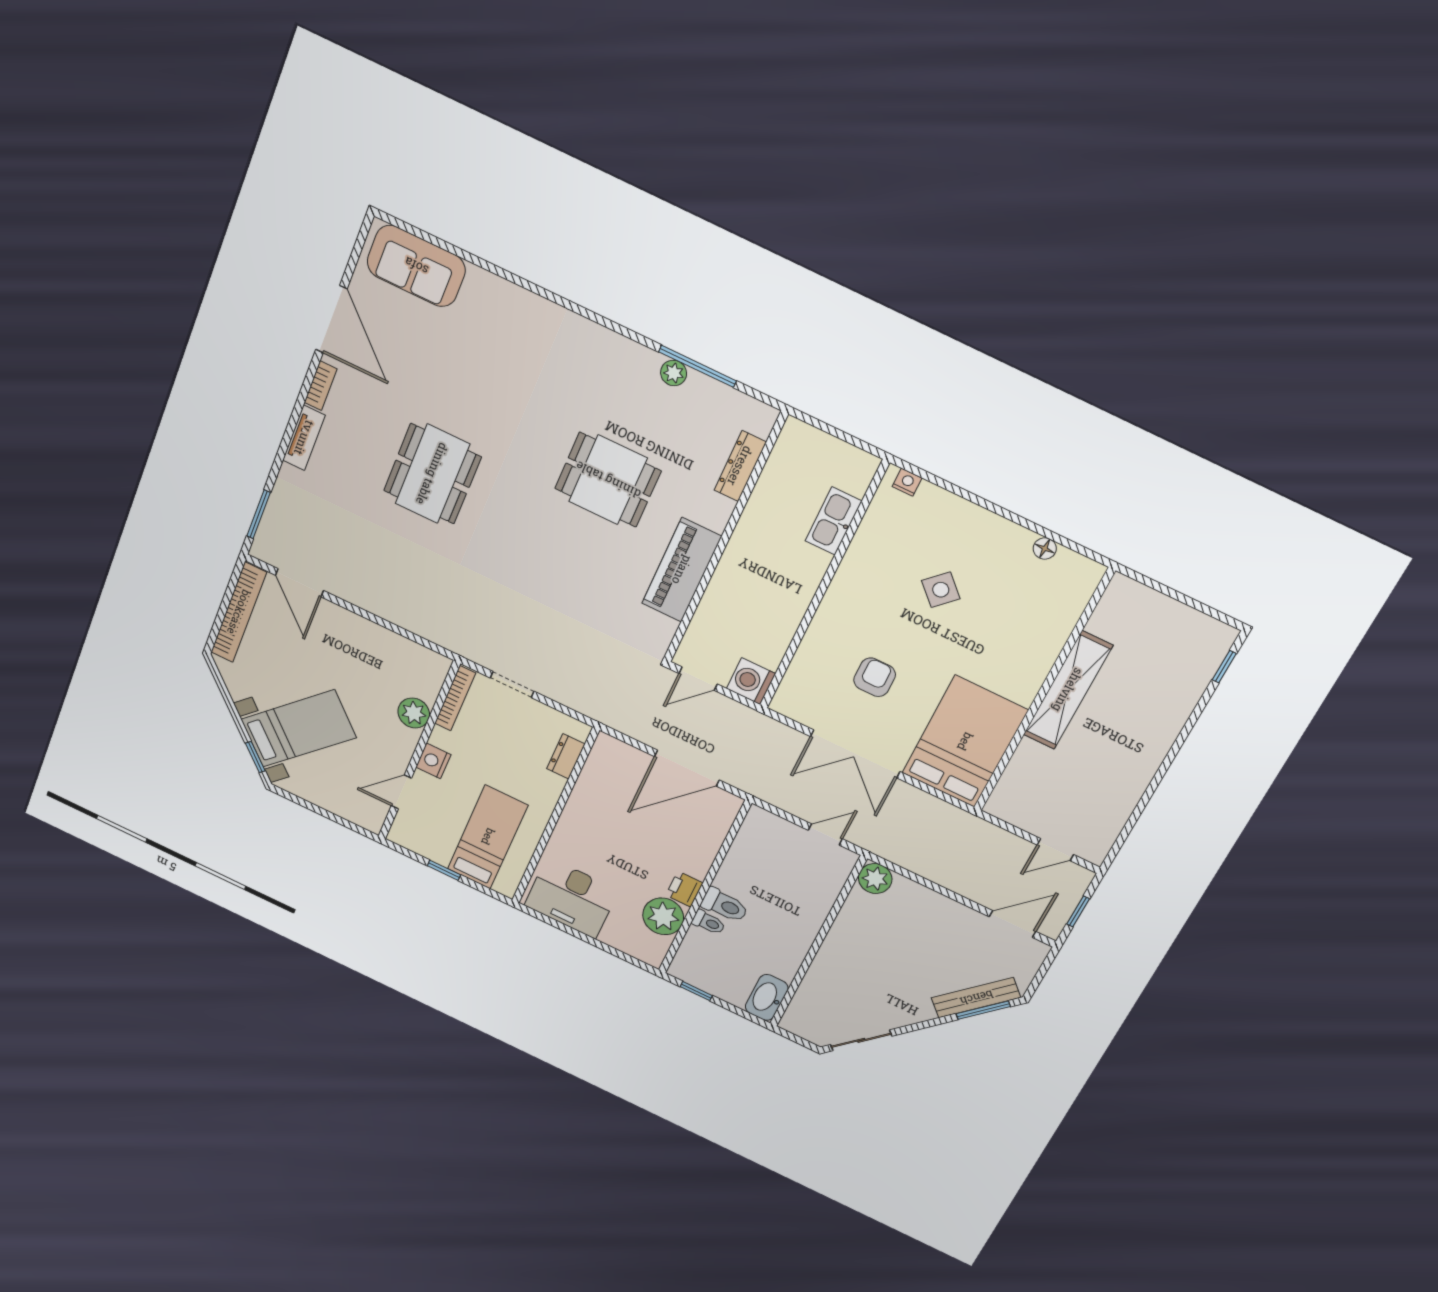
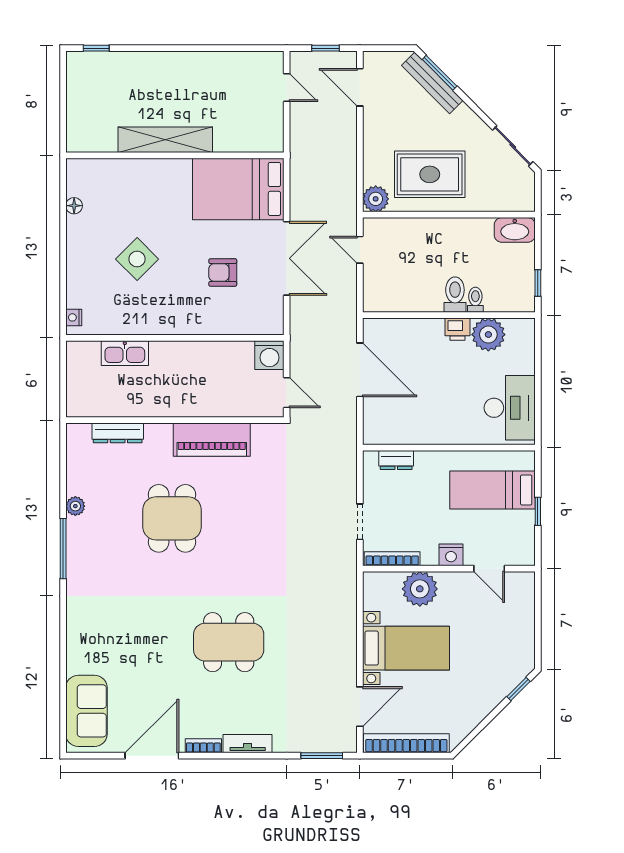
window: (697, 366) -> (63, 549), moved
side table: (941, 590) -> (137, 259), width x1.37, depth x1.37
plant: (414, 713) -> (420, 589), width x1.36, depth x1.36
bed with nightstands: (298, 728) -> (406, 648), moved, turned 135
rug: (874, 946) -> (430, 174), added

